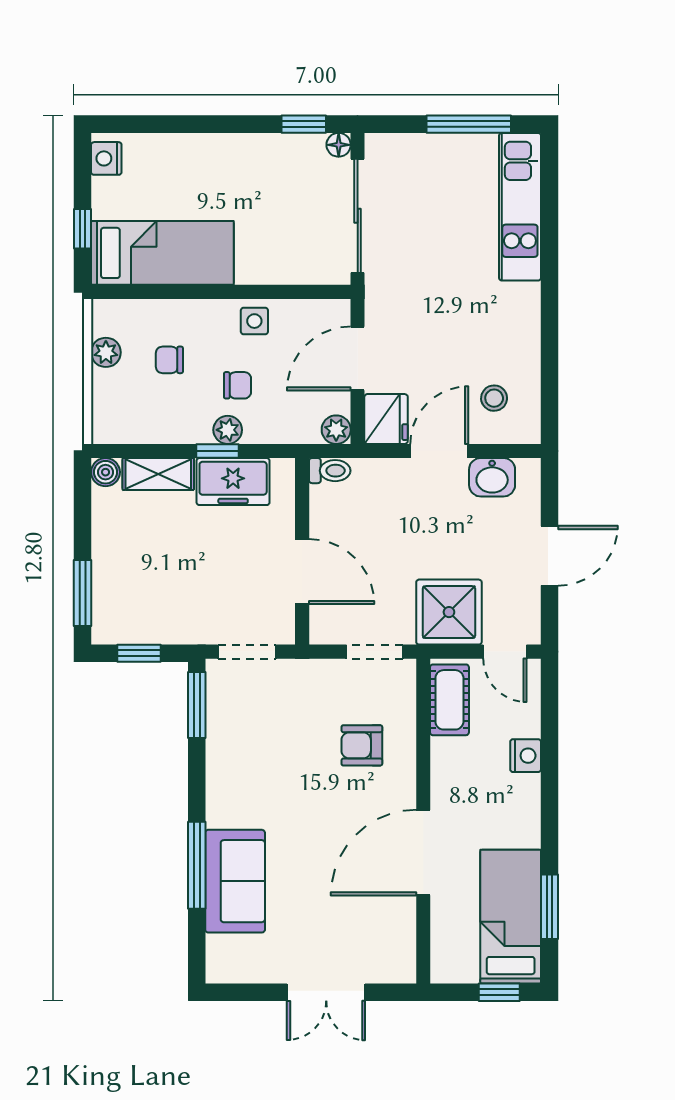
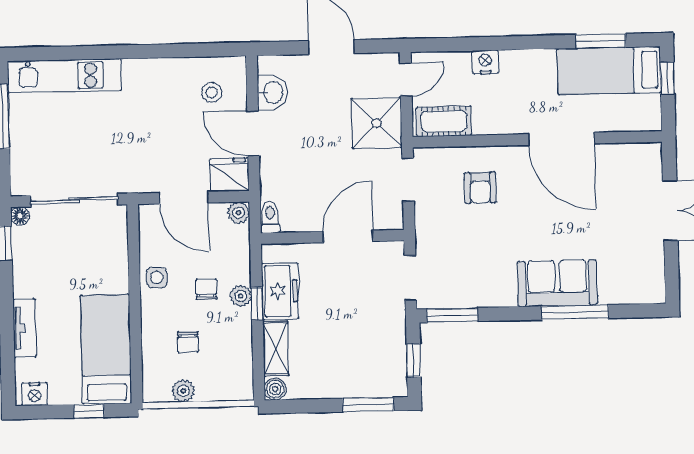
tv unit: (192, 147) -> (25, 328), added
sofa: (235, 881) -> (557, 283), moved

